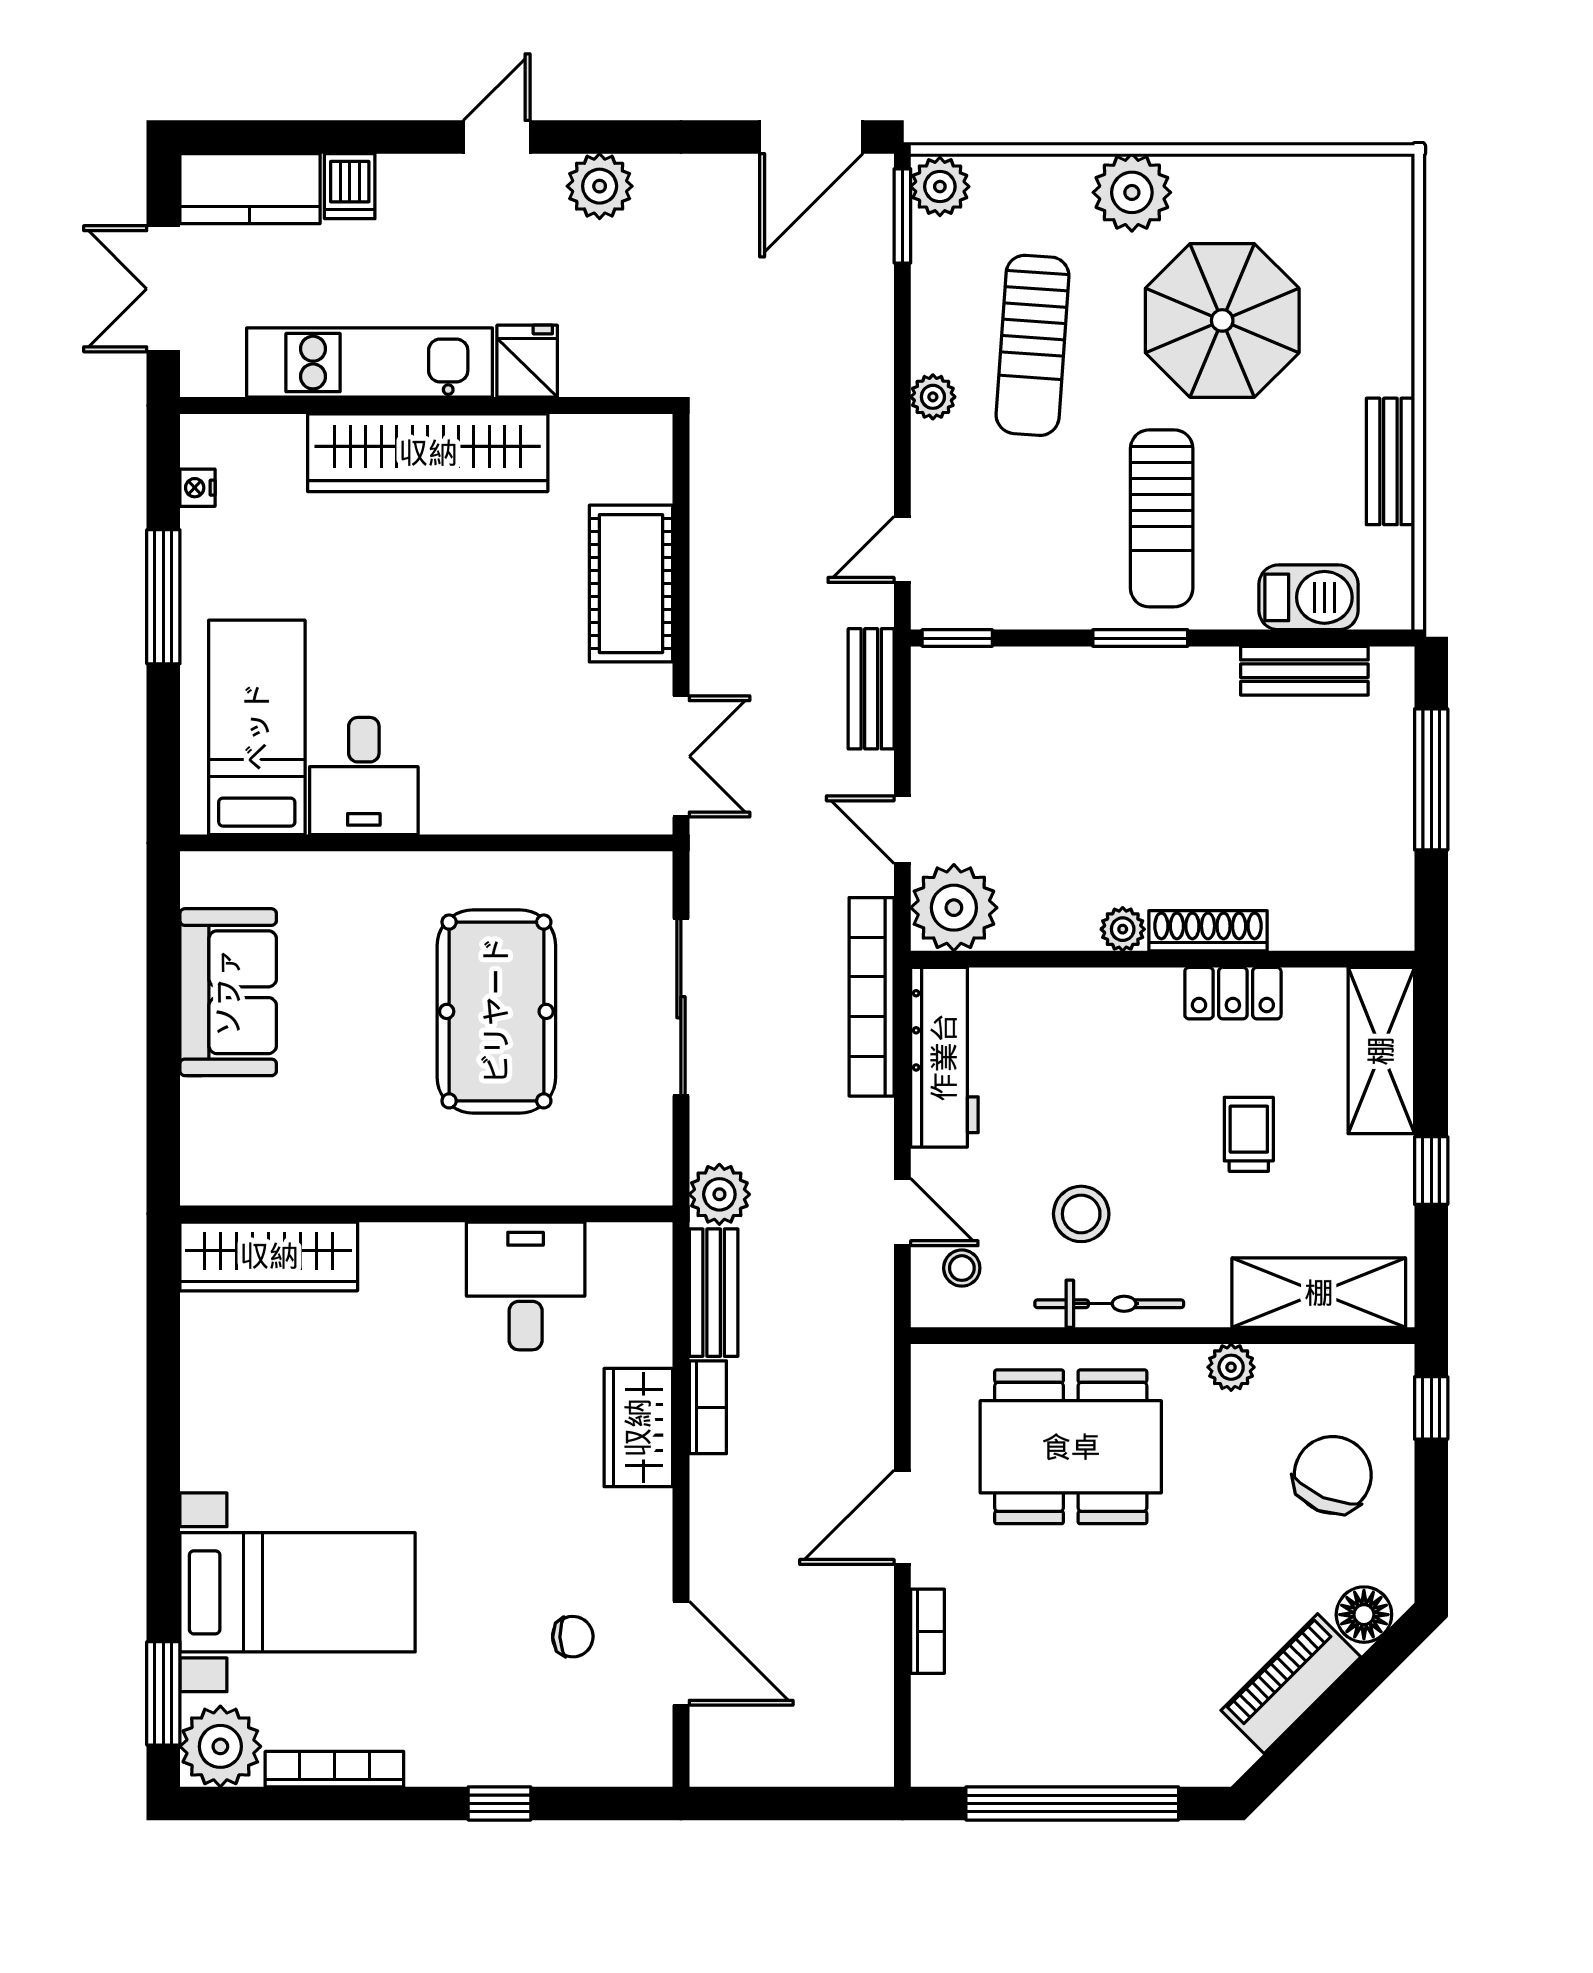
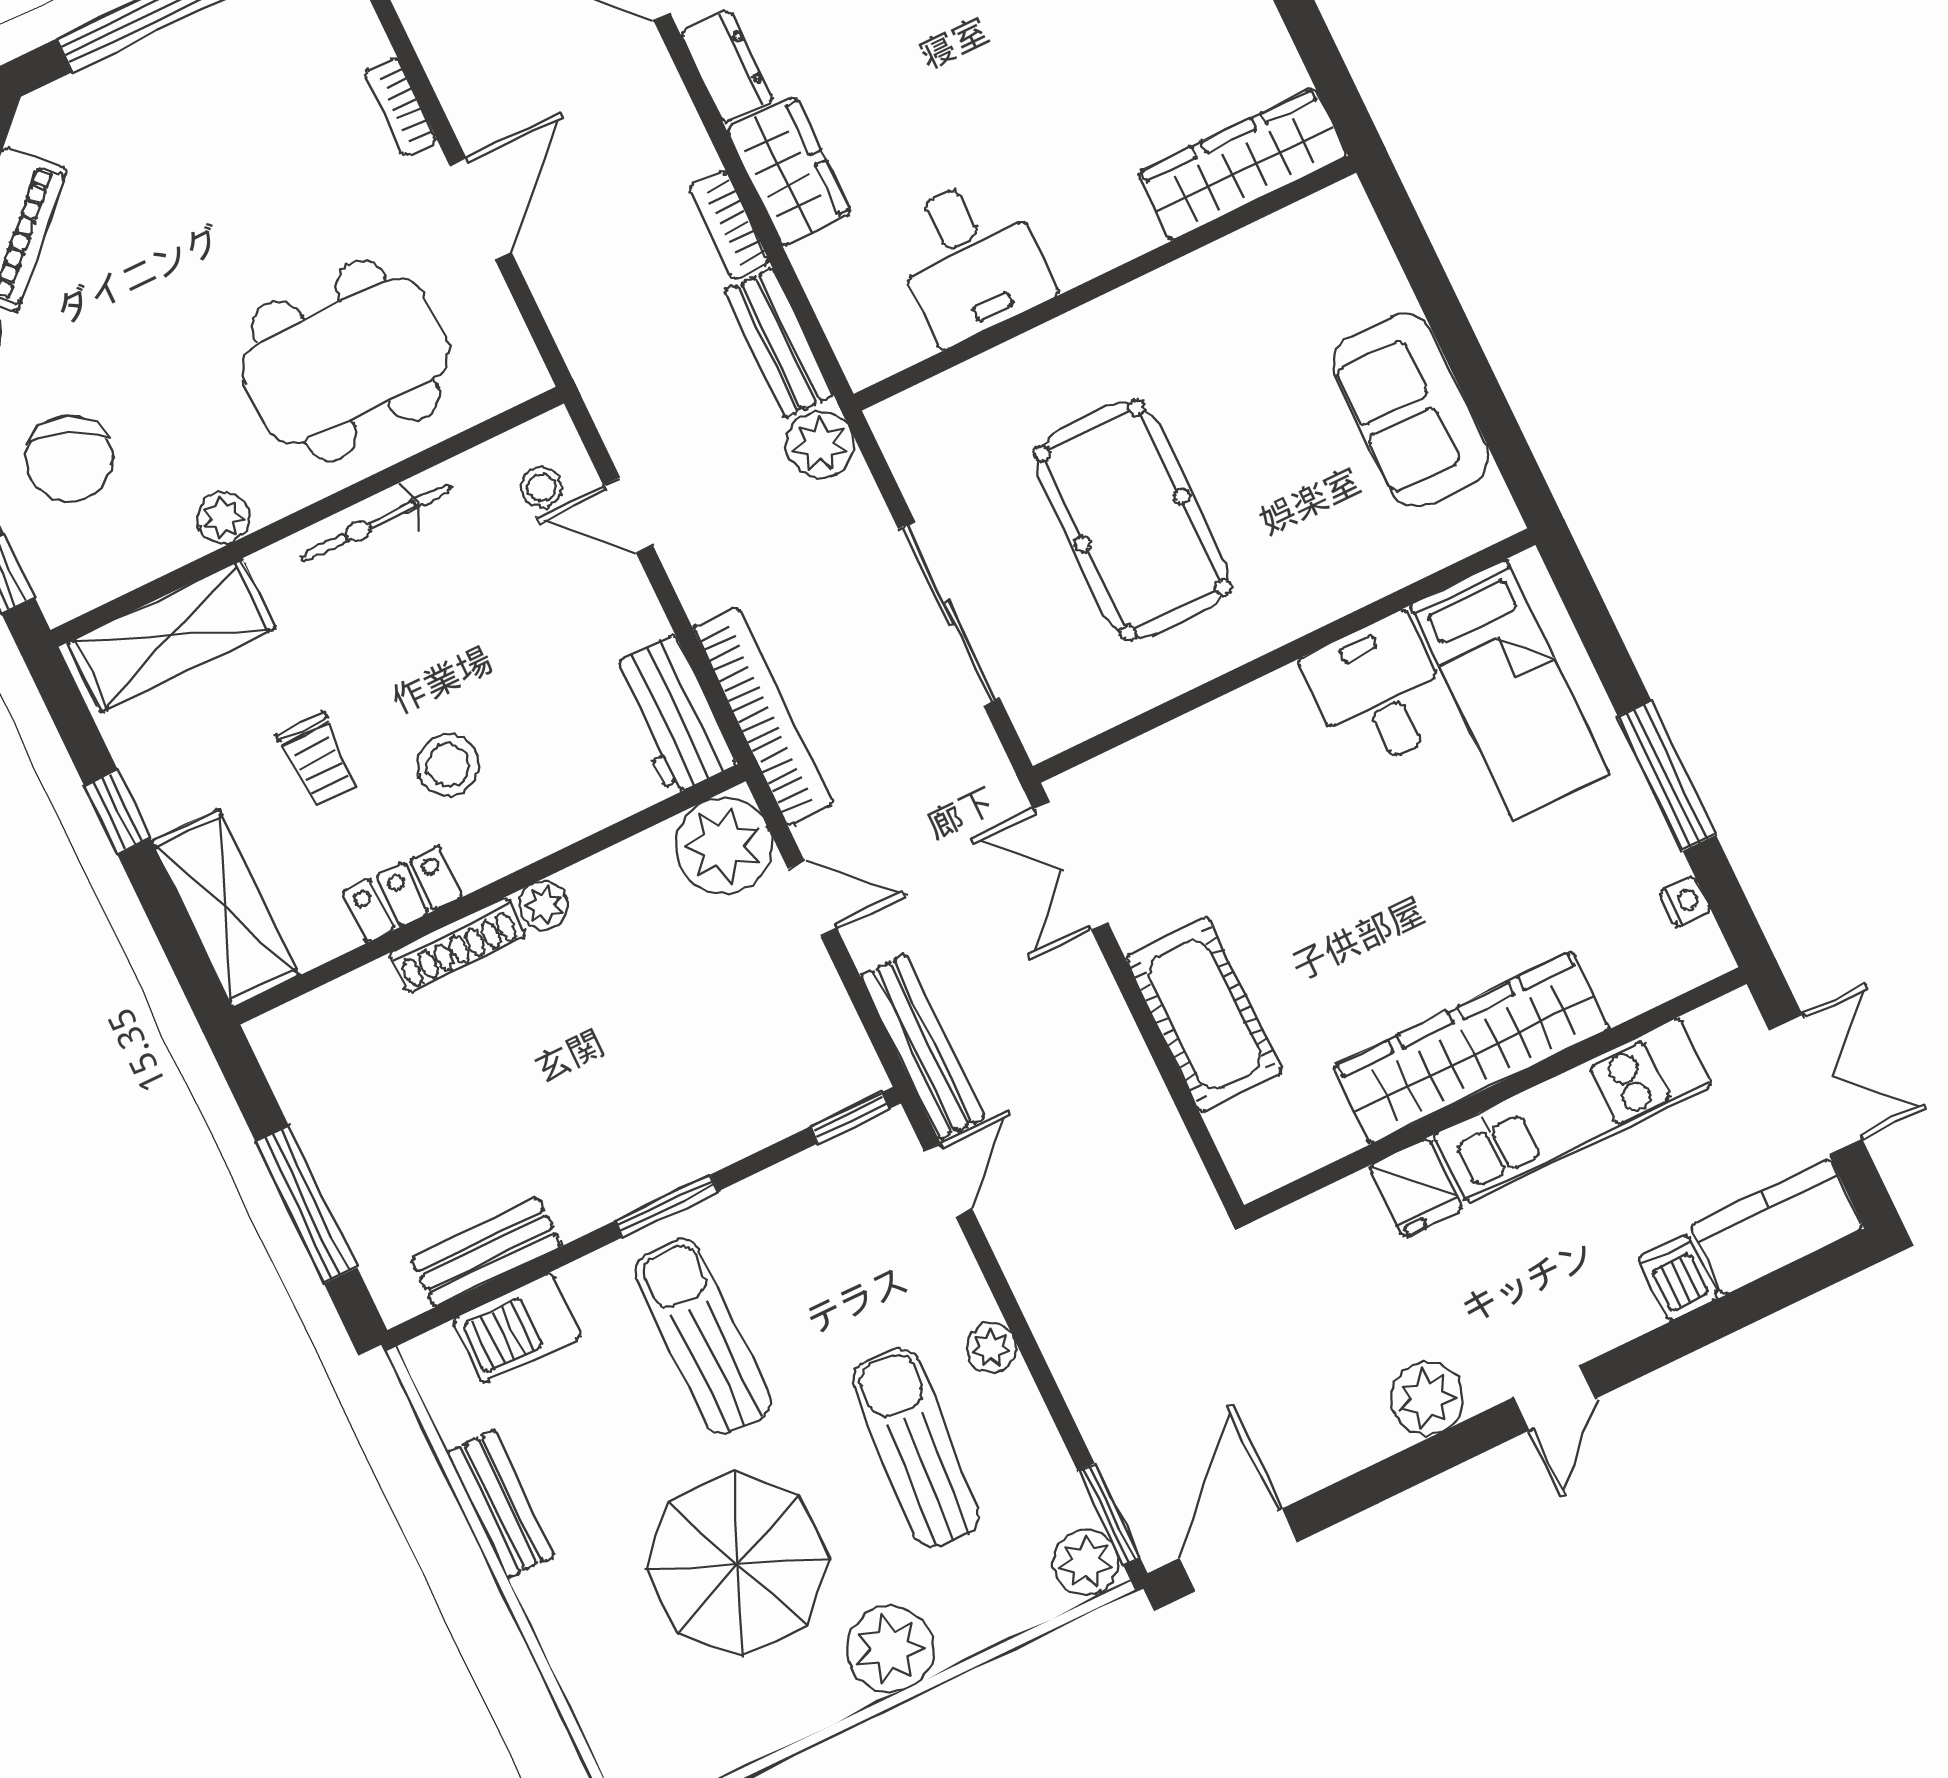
bench: (871, 689) -> (923, 1047), width x1.36
workbench: (944, 1057) -> (672, 715), width x0.73
stool: (1081, 1214) -> (448, 765), moved
dresser: (647, 1536) -> (727, 67), added

